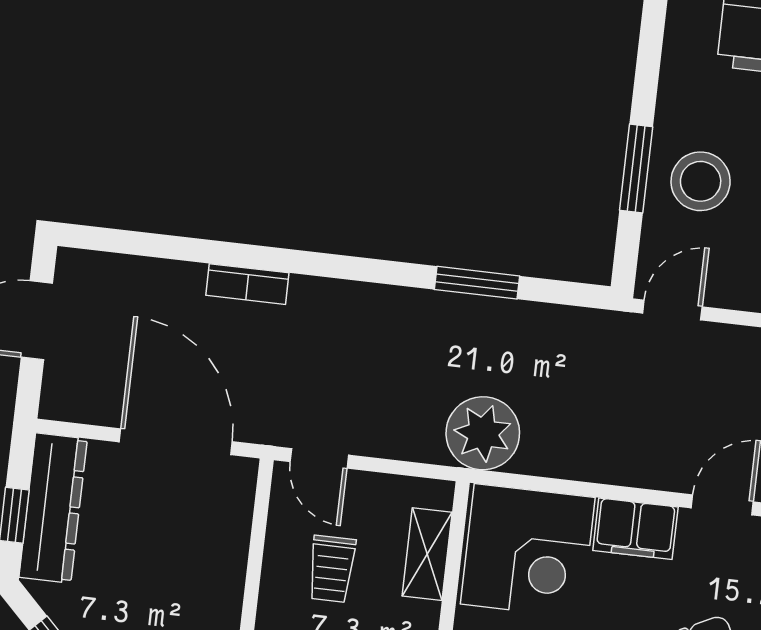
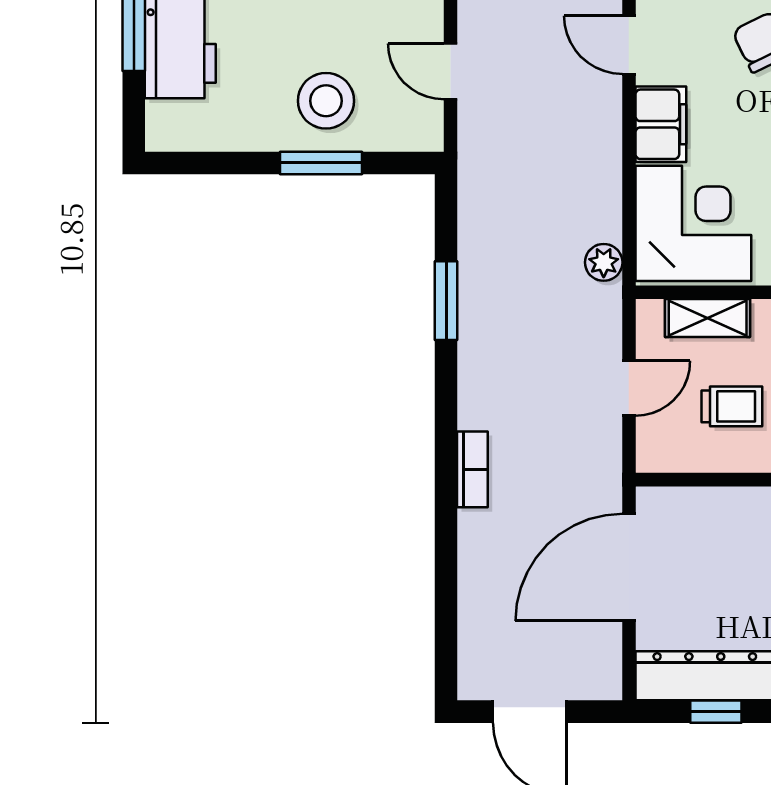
bookcase: (247, 284) -> (472, 469), moved
door: (672, 310) -> (451, 72), moved
plant: (483, 433) -> (604, 262), width x0.53, depth x0.53
door: (319, 458) -> (629, 388), moved

